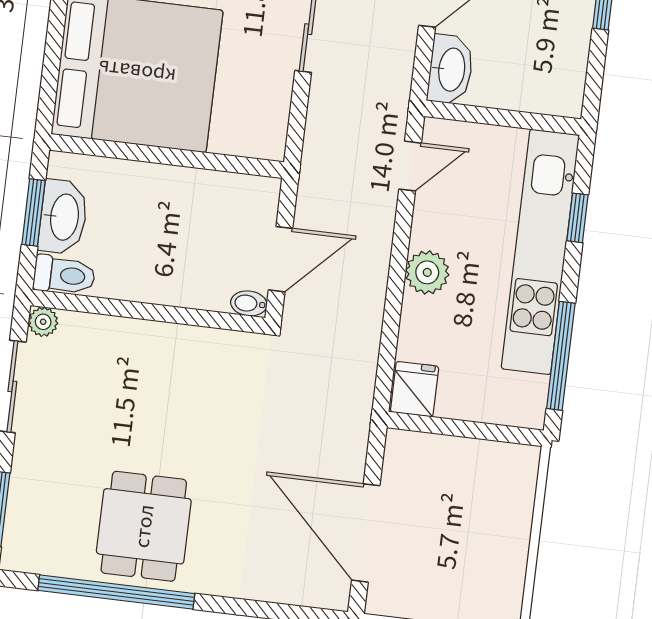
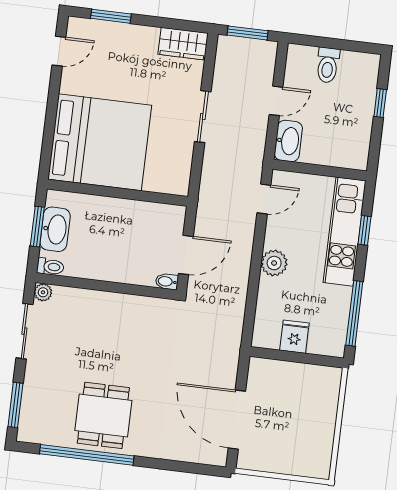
kitchen unit: (540, 252) -> (344, 232), width x0.73
toilet: (64, 275) -> (50, 267), width x0.73, depth x0.72
fridge: (415, 389) -> (294, 337), moved

